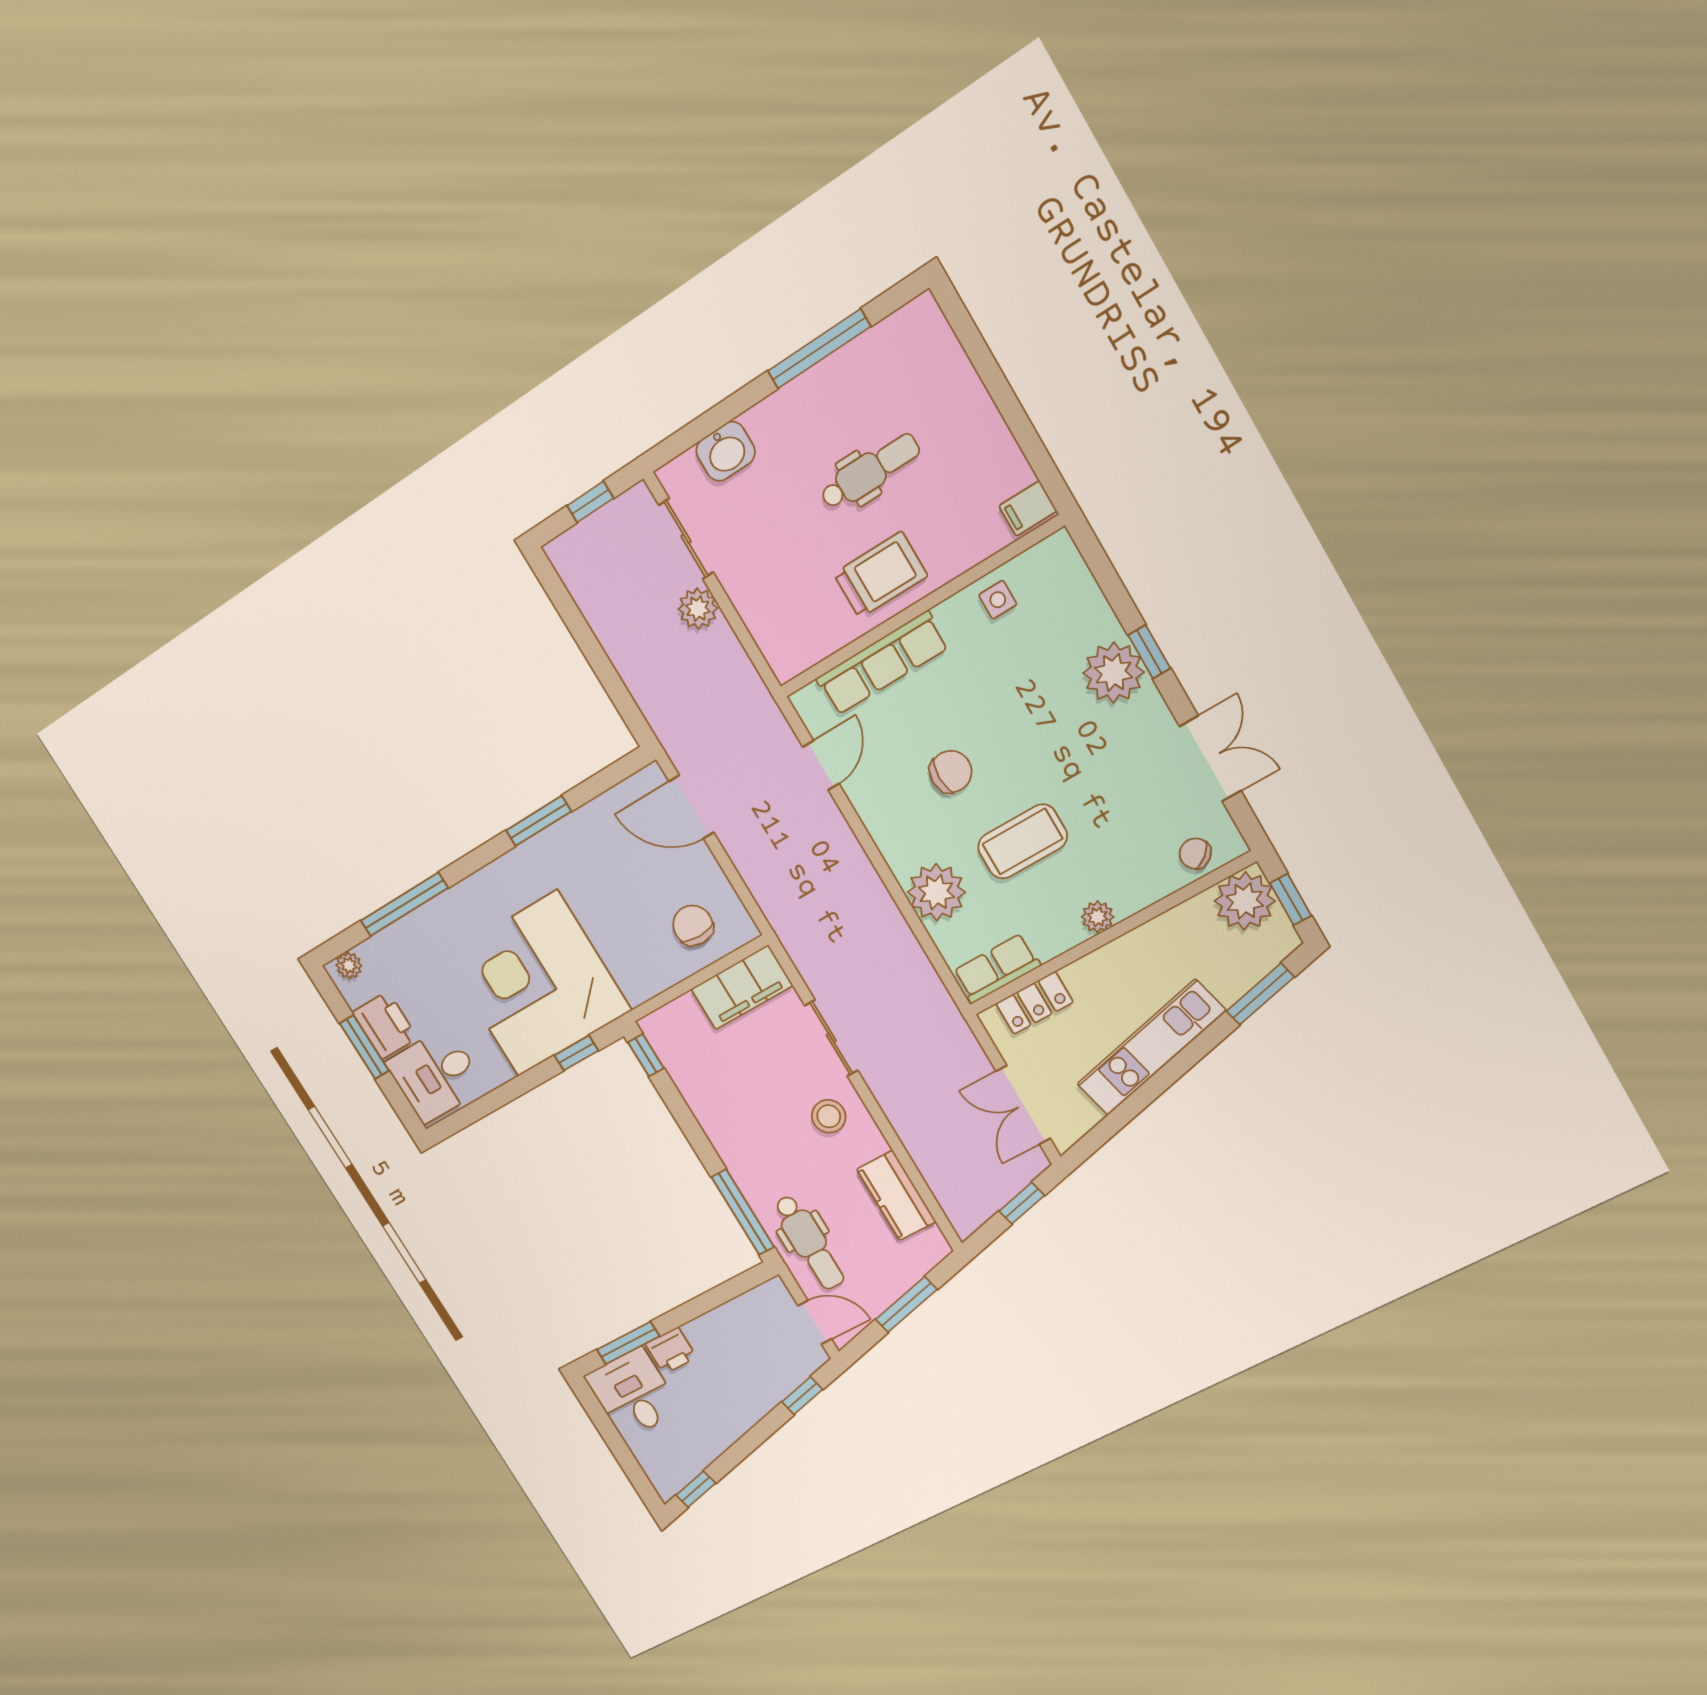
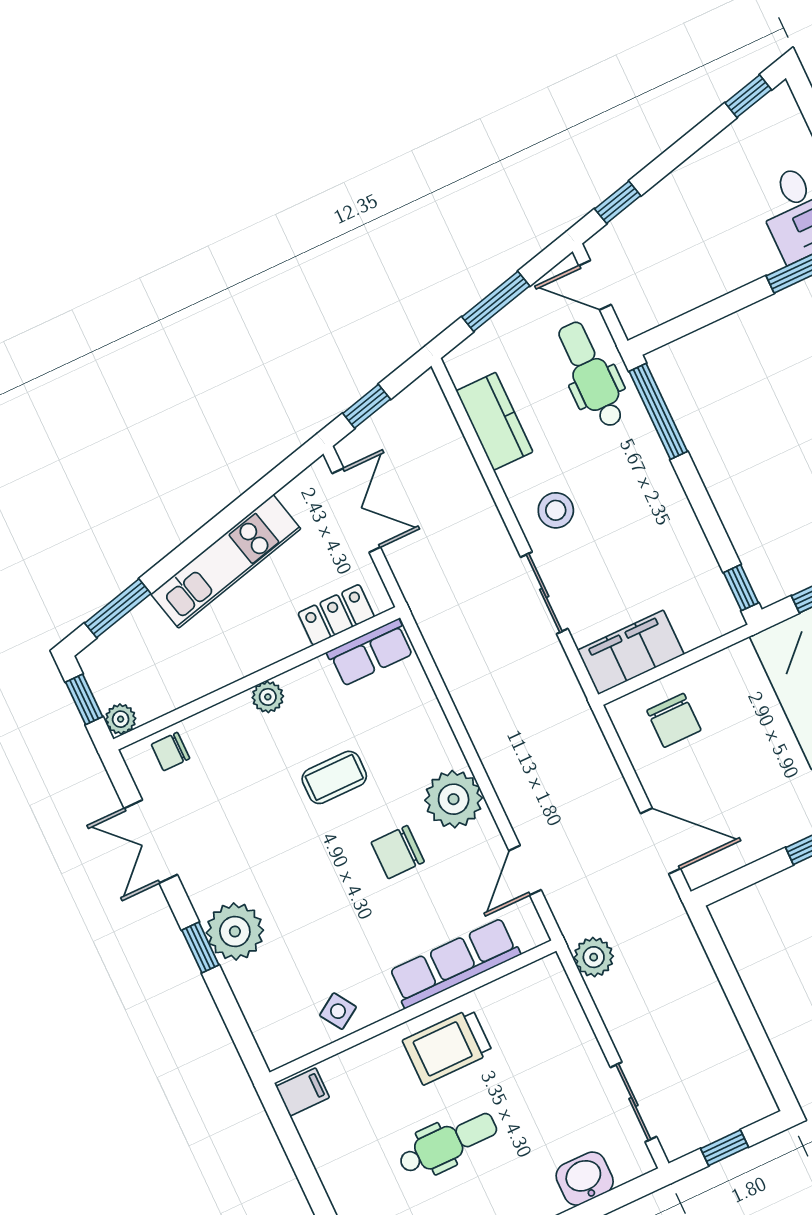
dental chair: (870, 471) -> (448, 1143), turned 180
side table: (998, 600) -> (338, 1011), turned -33
plant: (698, 609) -> (594, 957), moved
coffee table: (1023, 841) -> (334, 777), width x0.73, depth x0.77
chair: (1195, 853) -> (171, 752), turned 131
plant: (936, 892) -> (454, 799), moved
plant: (1245, 901) -> (121, 719), width x0.53, depth x0.53
printer: (671, 1351) -> (756, 259), removed

